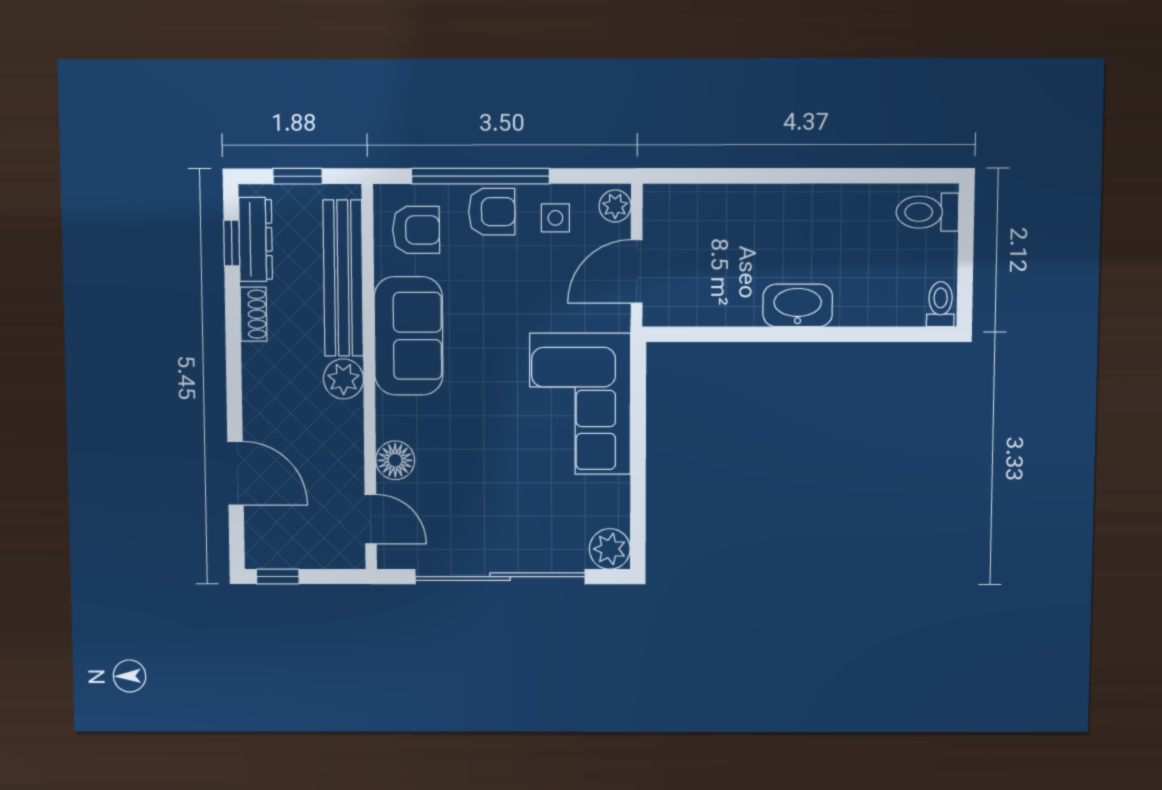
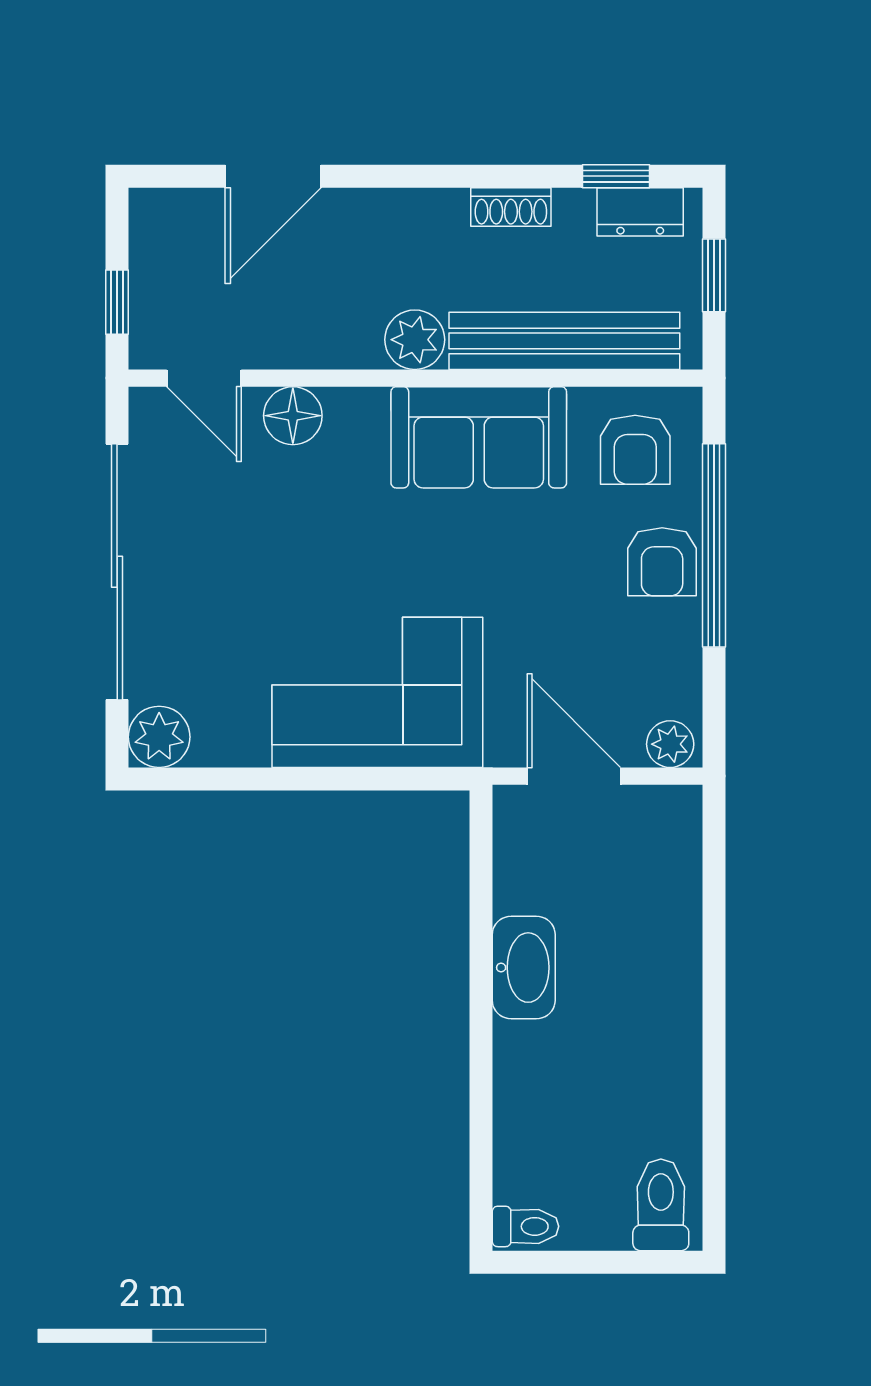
side table: (555, 218) -> (653, 656), removed
dresser: (256, 239) -> (640, 212), width x0.70
washbasin: (798, 305) -> (524, 968), moved
door: (371, 519) -> (204, 378), hinge flipped
window: (278, 577) -> (117, 302), moved

